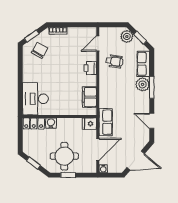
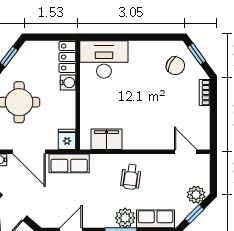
wheelchair: (114, 61) -> (131, 177), moved
printer: (90, 68) -> (149, 141), removed

